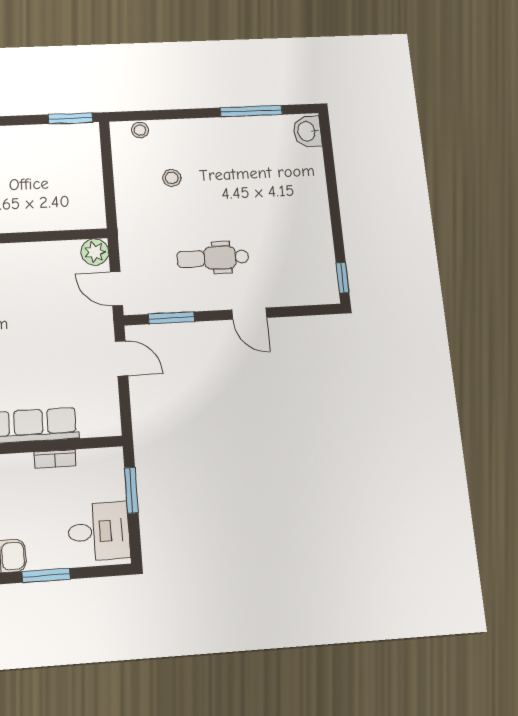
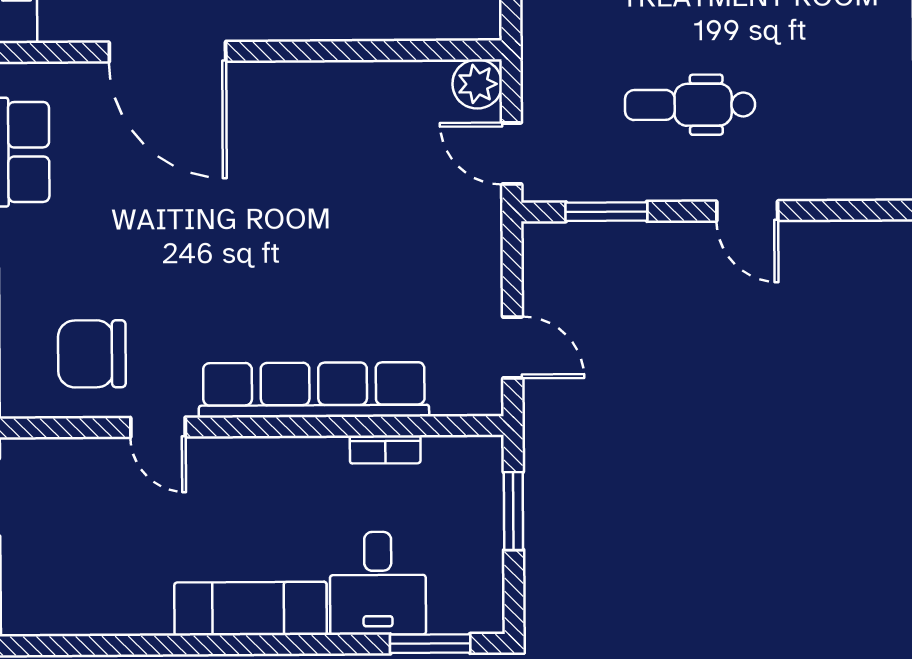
door: (122, 359) -> (513, 347), moved
desk: (99, 531) -> (378, 583), moved, turned 90
window: (46, 575) -> (430, 644), moved

